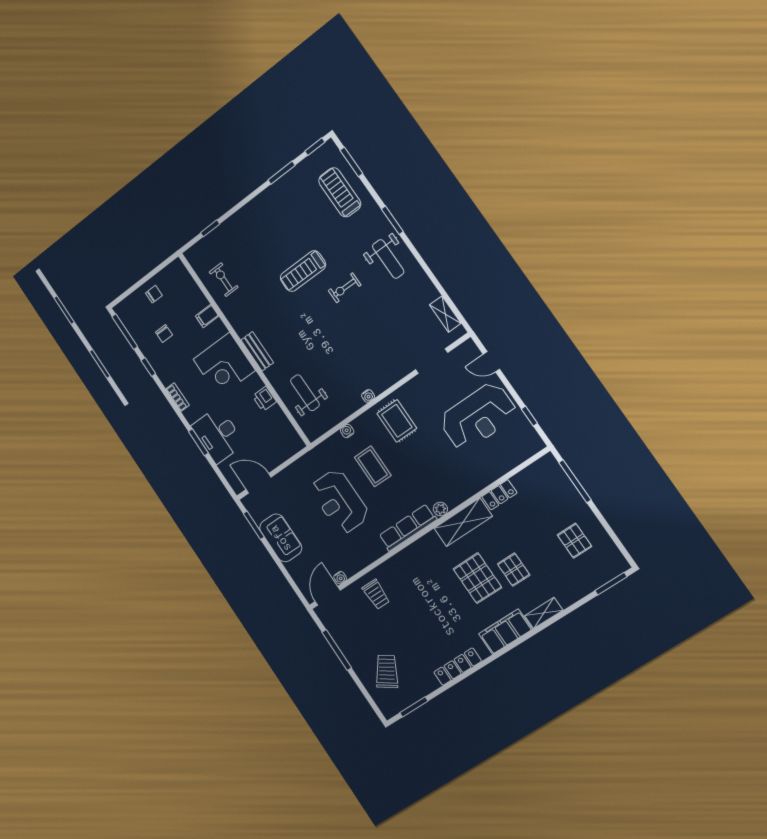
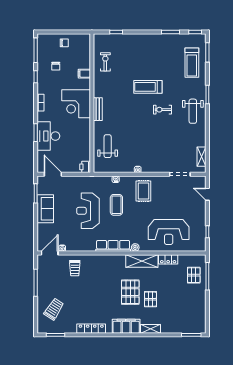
treadmill: (340, 192) -> (192, 63), turned 180
printer: (264, 399) -> (85, 167), moved
reception desk: (478, 417) -> (169, 232), moved
pallet: (575, 541) -> (194, 275), moved

